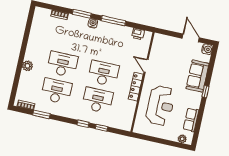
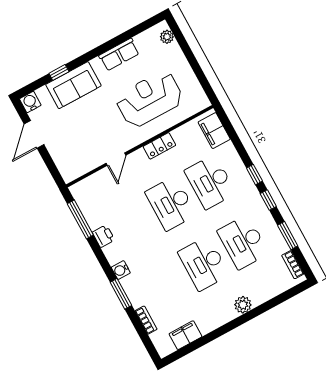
window: (113, 21) -> (80, 219), moved
filing cabinet: (37, 27) -> (185, 335), added
printer: (138, 34) -> (103, 236), moved
locker: (136, 87) -> (159, 146), width x0.66
window: (205, 92) -> (59, 72), moved
row of seats: (191, 120) -> (119, 55), moved
filing cabinet: (120, 123) -> (214, 131), added
window: (101, 128) -> (268, 200), moved

